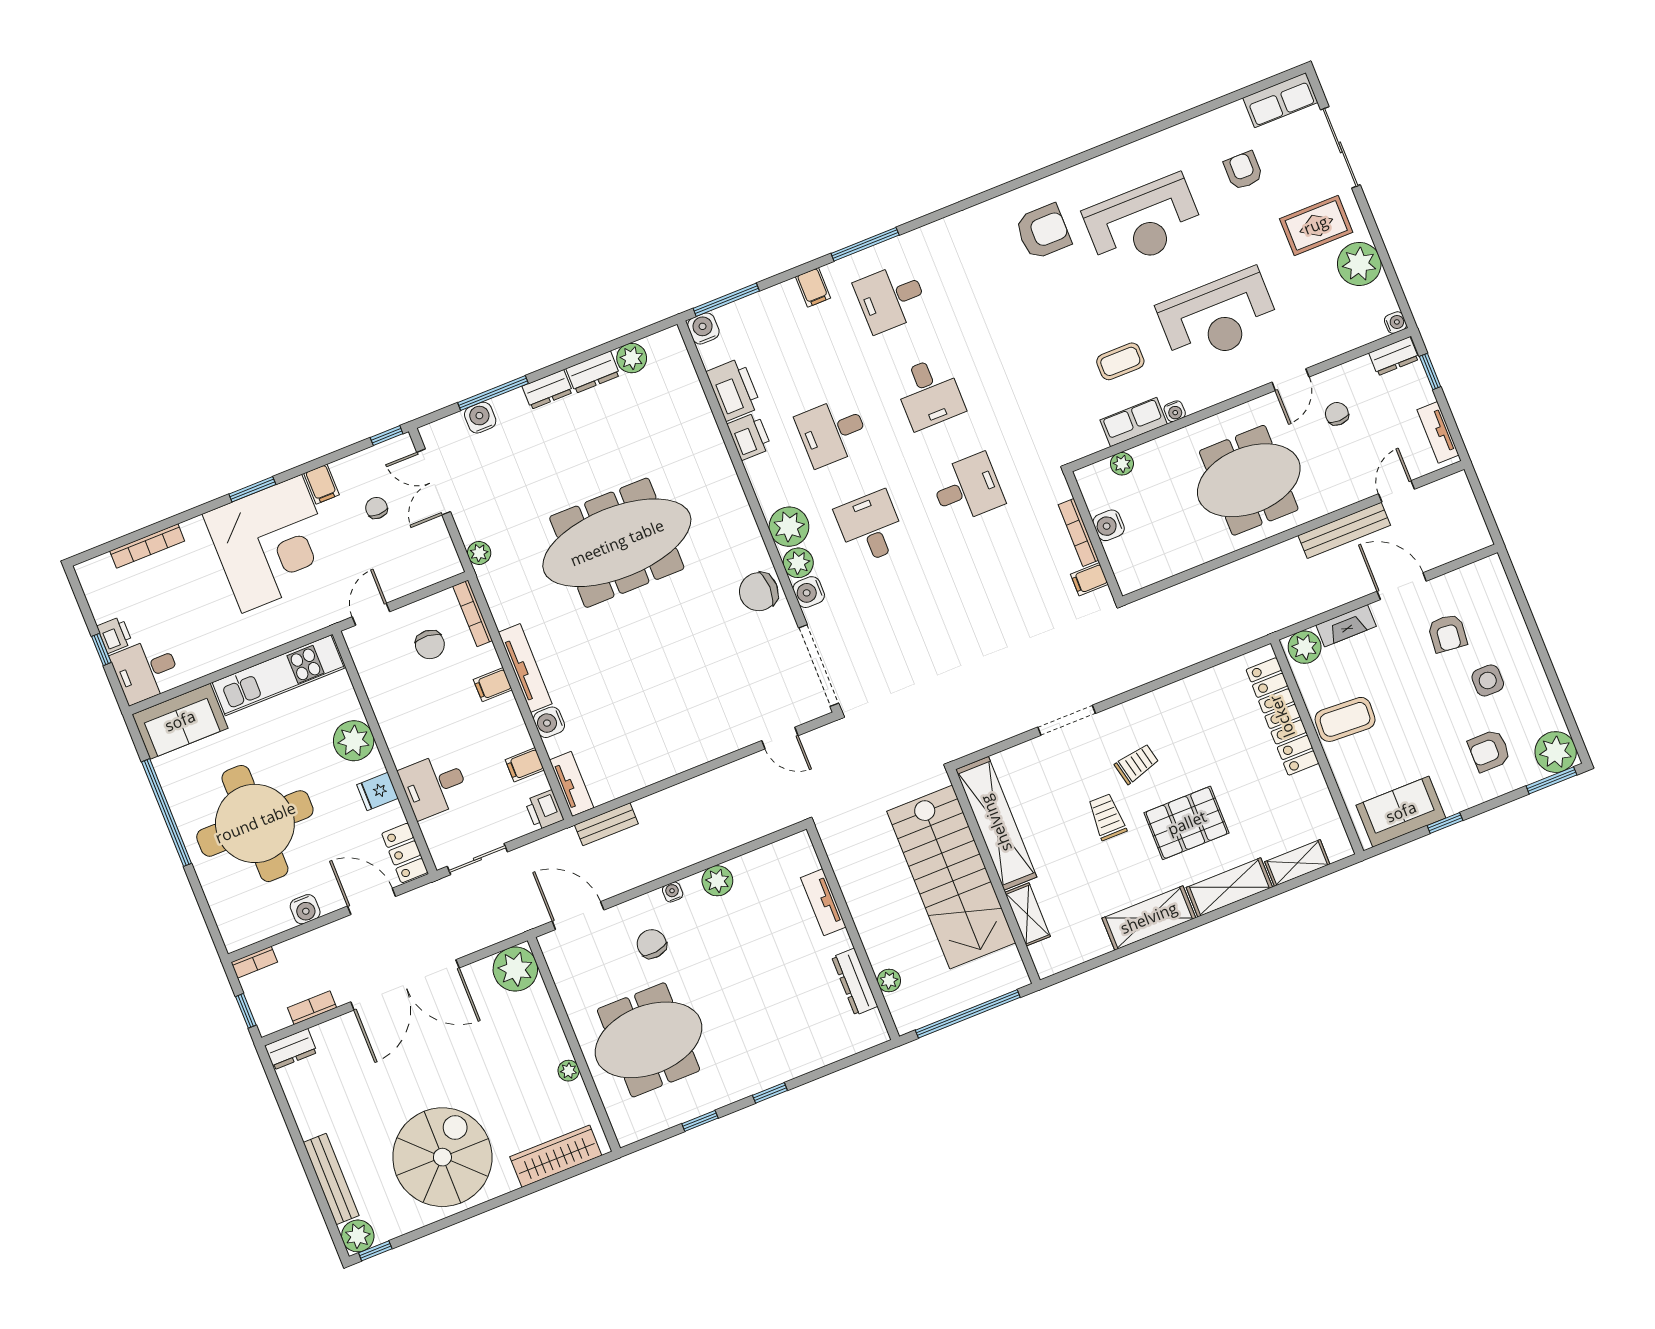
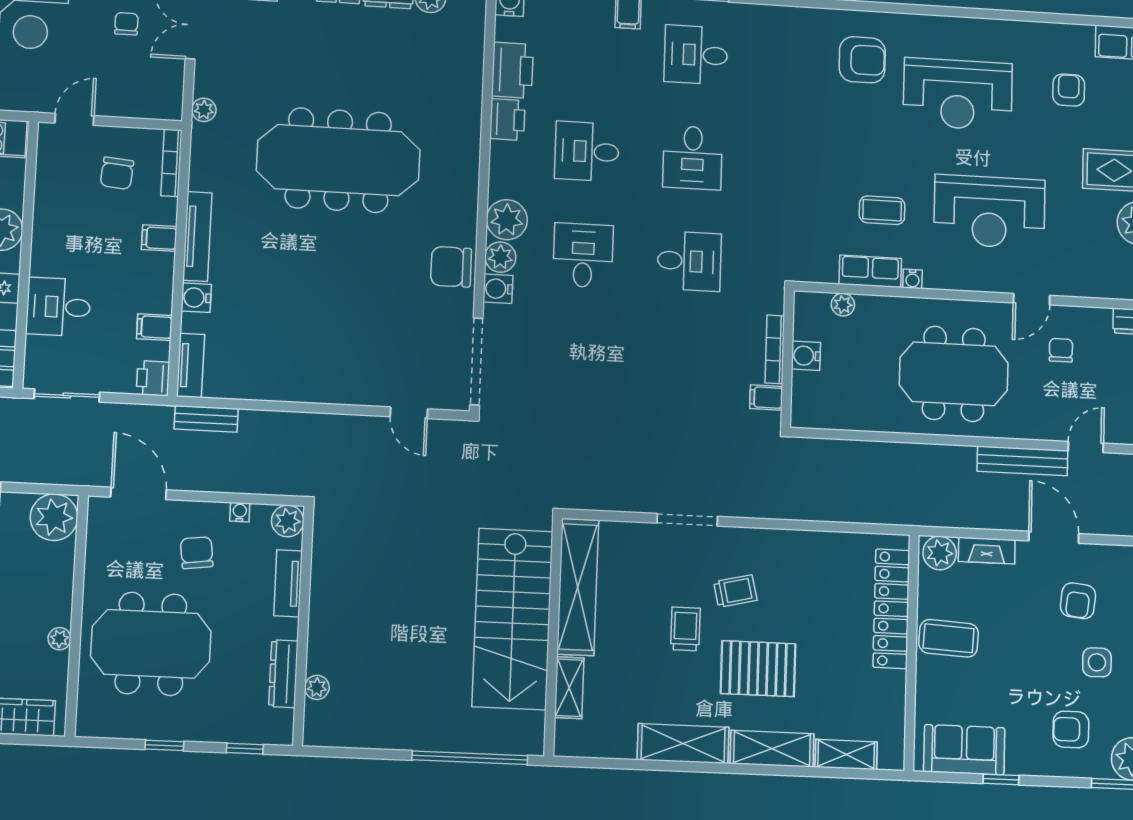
tv unit: (823, 902) -> (288, 583), moved
wall: (853, 933) -> (303, 626), moved
plant: (889, 981) -> (317, 687), moved
dresser: (855, 982) -> (283, 674), moved

